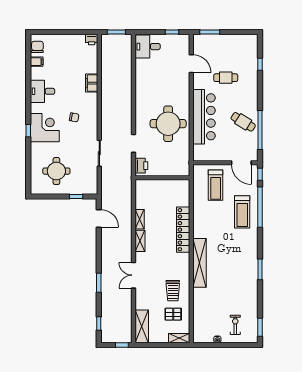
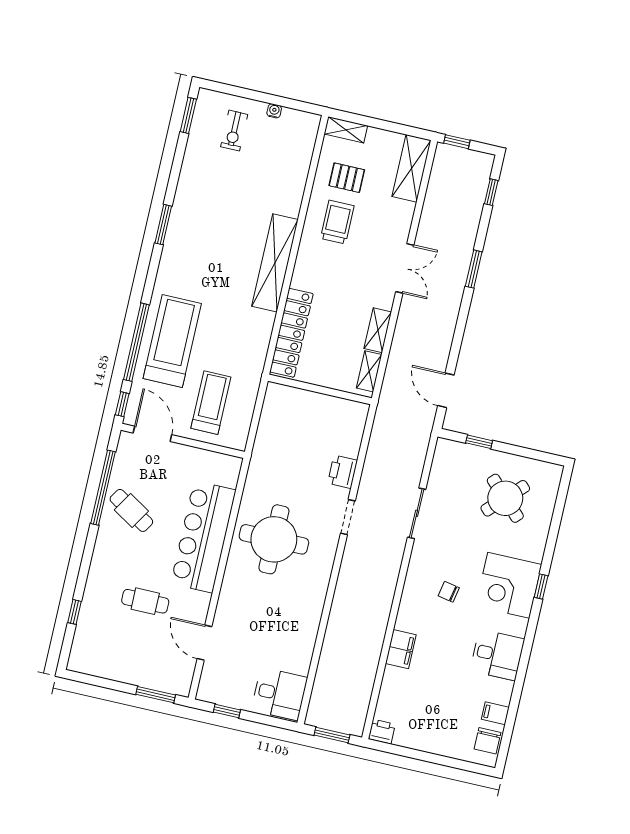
round table: (56, 171) -> (505, 498), turned 45
wall: (162, 178) -> (320, 389), moved
treadmill: (242, 212) -> (172, 341), width x1.37, depth x1.38

